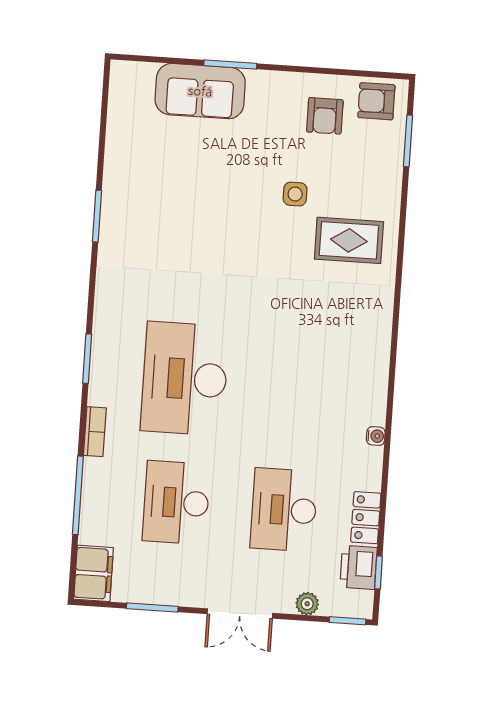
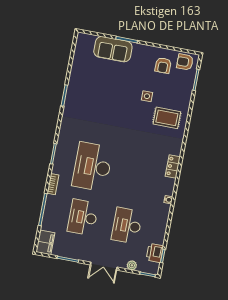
locker: (366, 518) -> (173, 166), moved

